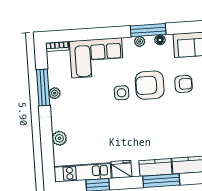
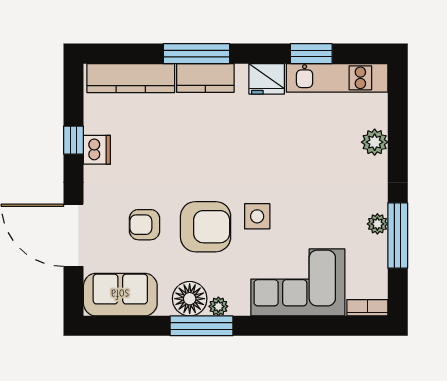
floor lamp: (160, 40) -> (190, 299), width x1.89, depth x1.89

